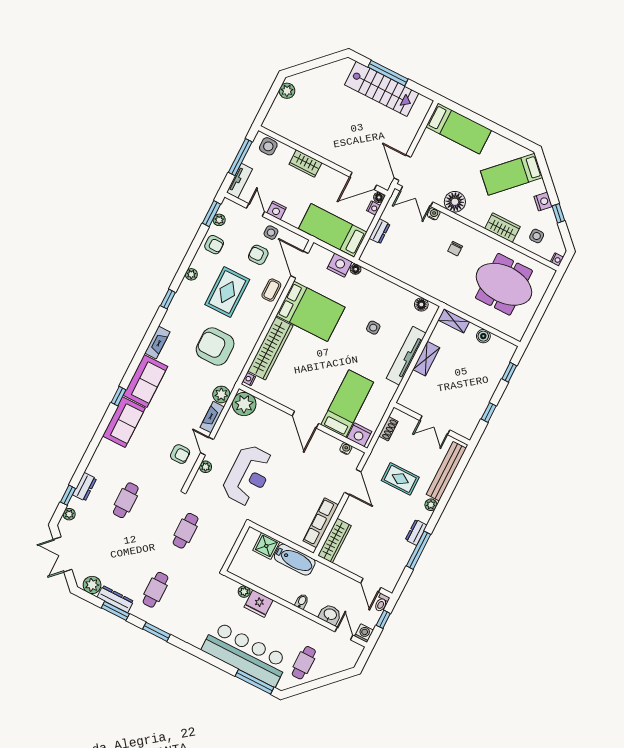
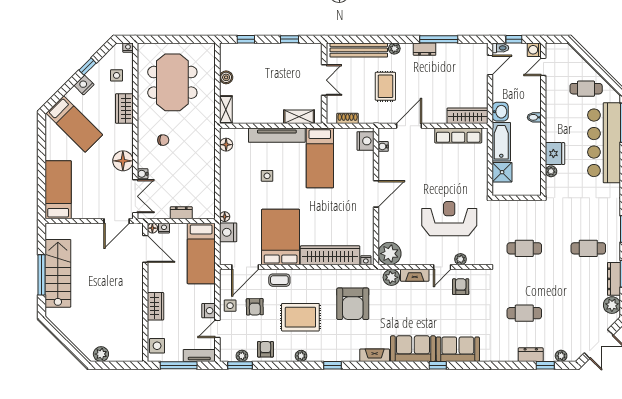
shelving: (426, 359) -> (299, 117), moved
bed: (347, 404) -> (320, 158), moved, turned -90
washbasin: (330, 615) -> (500, 112), moved, turned 180

